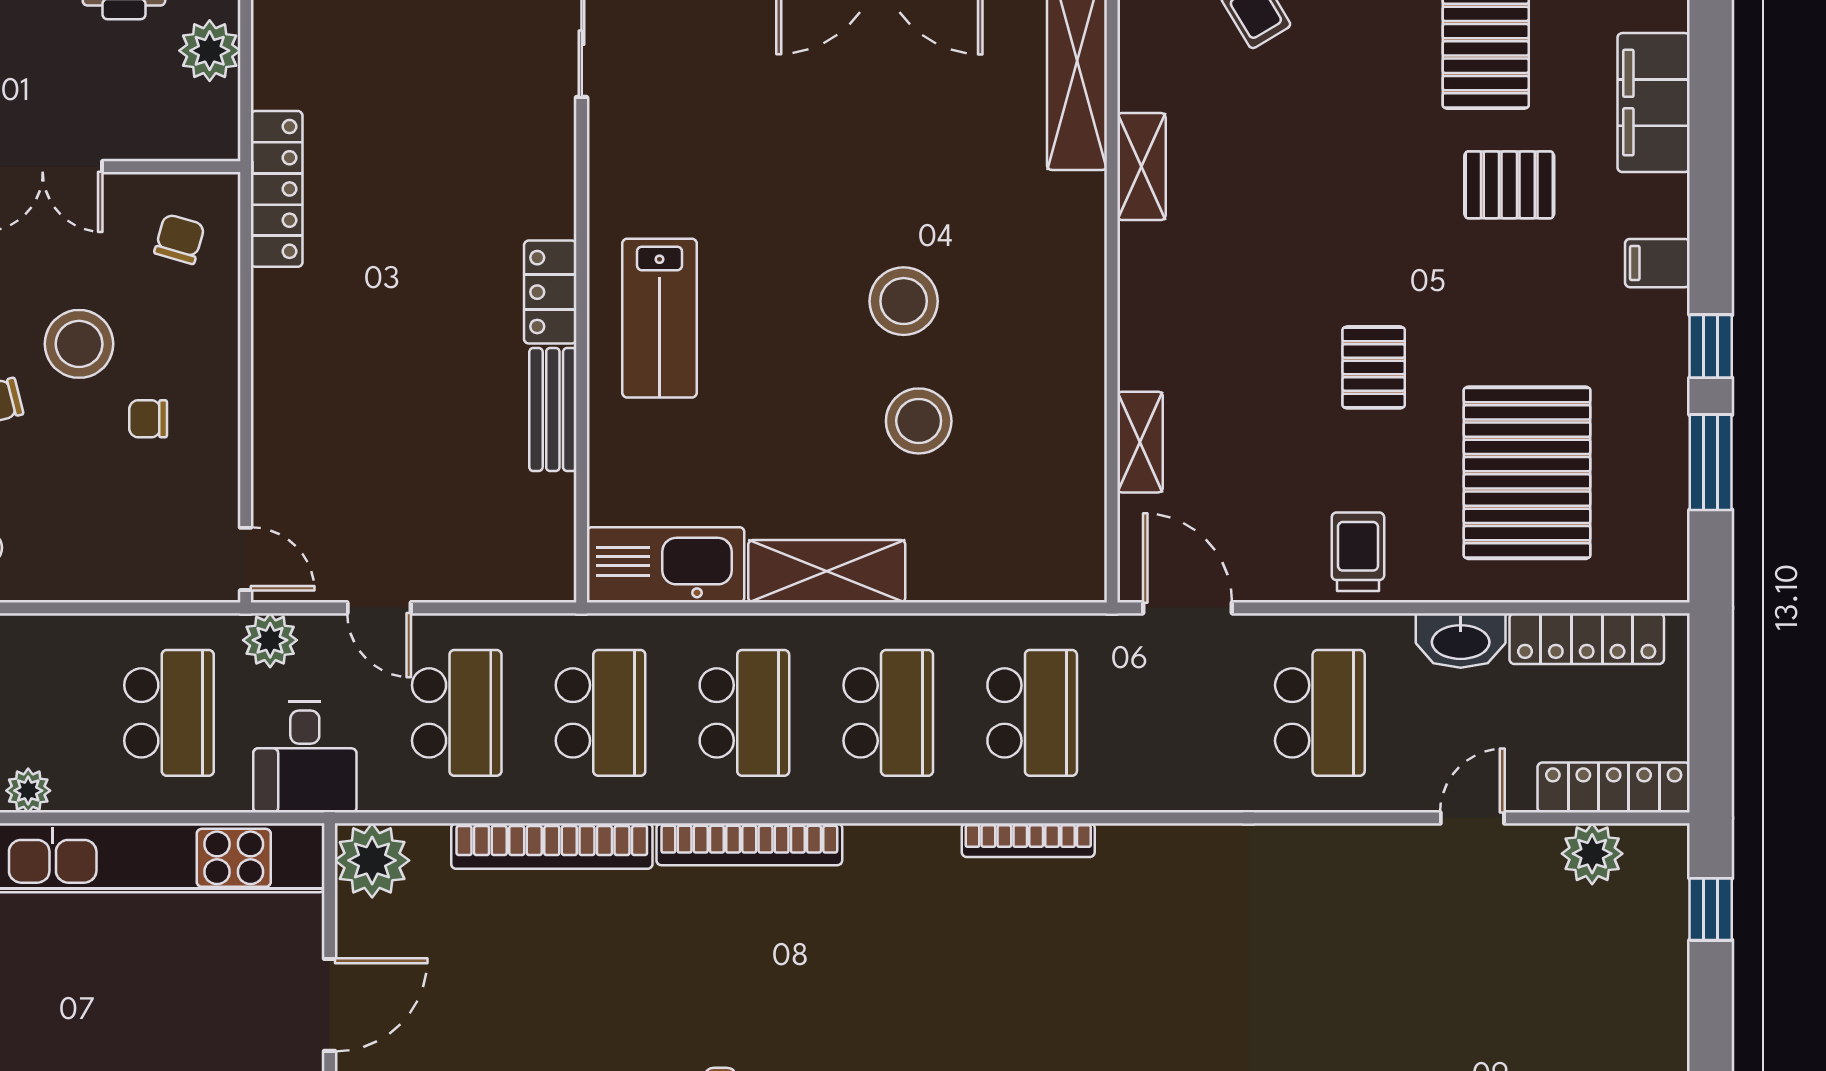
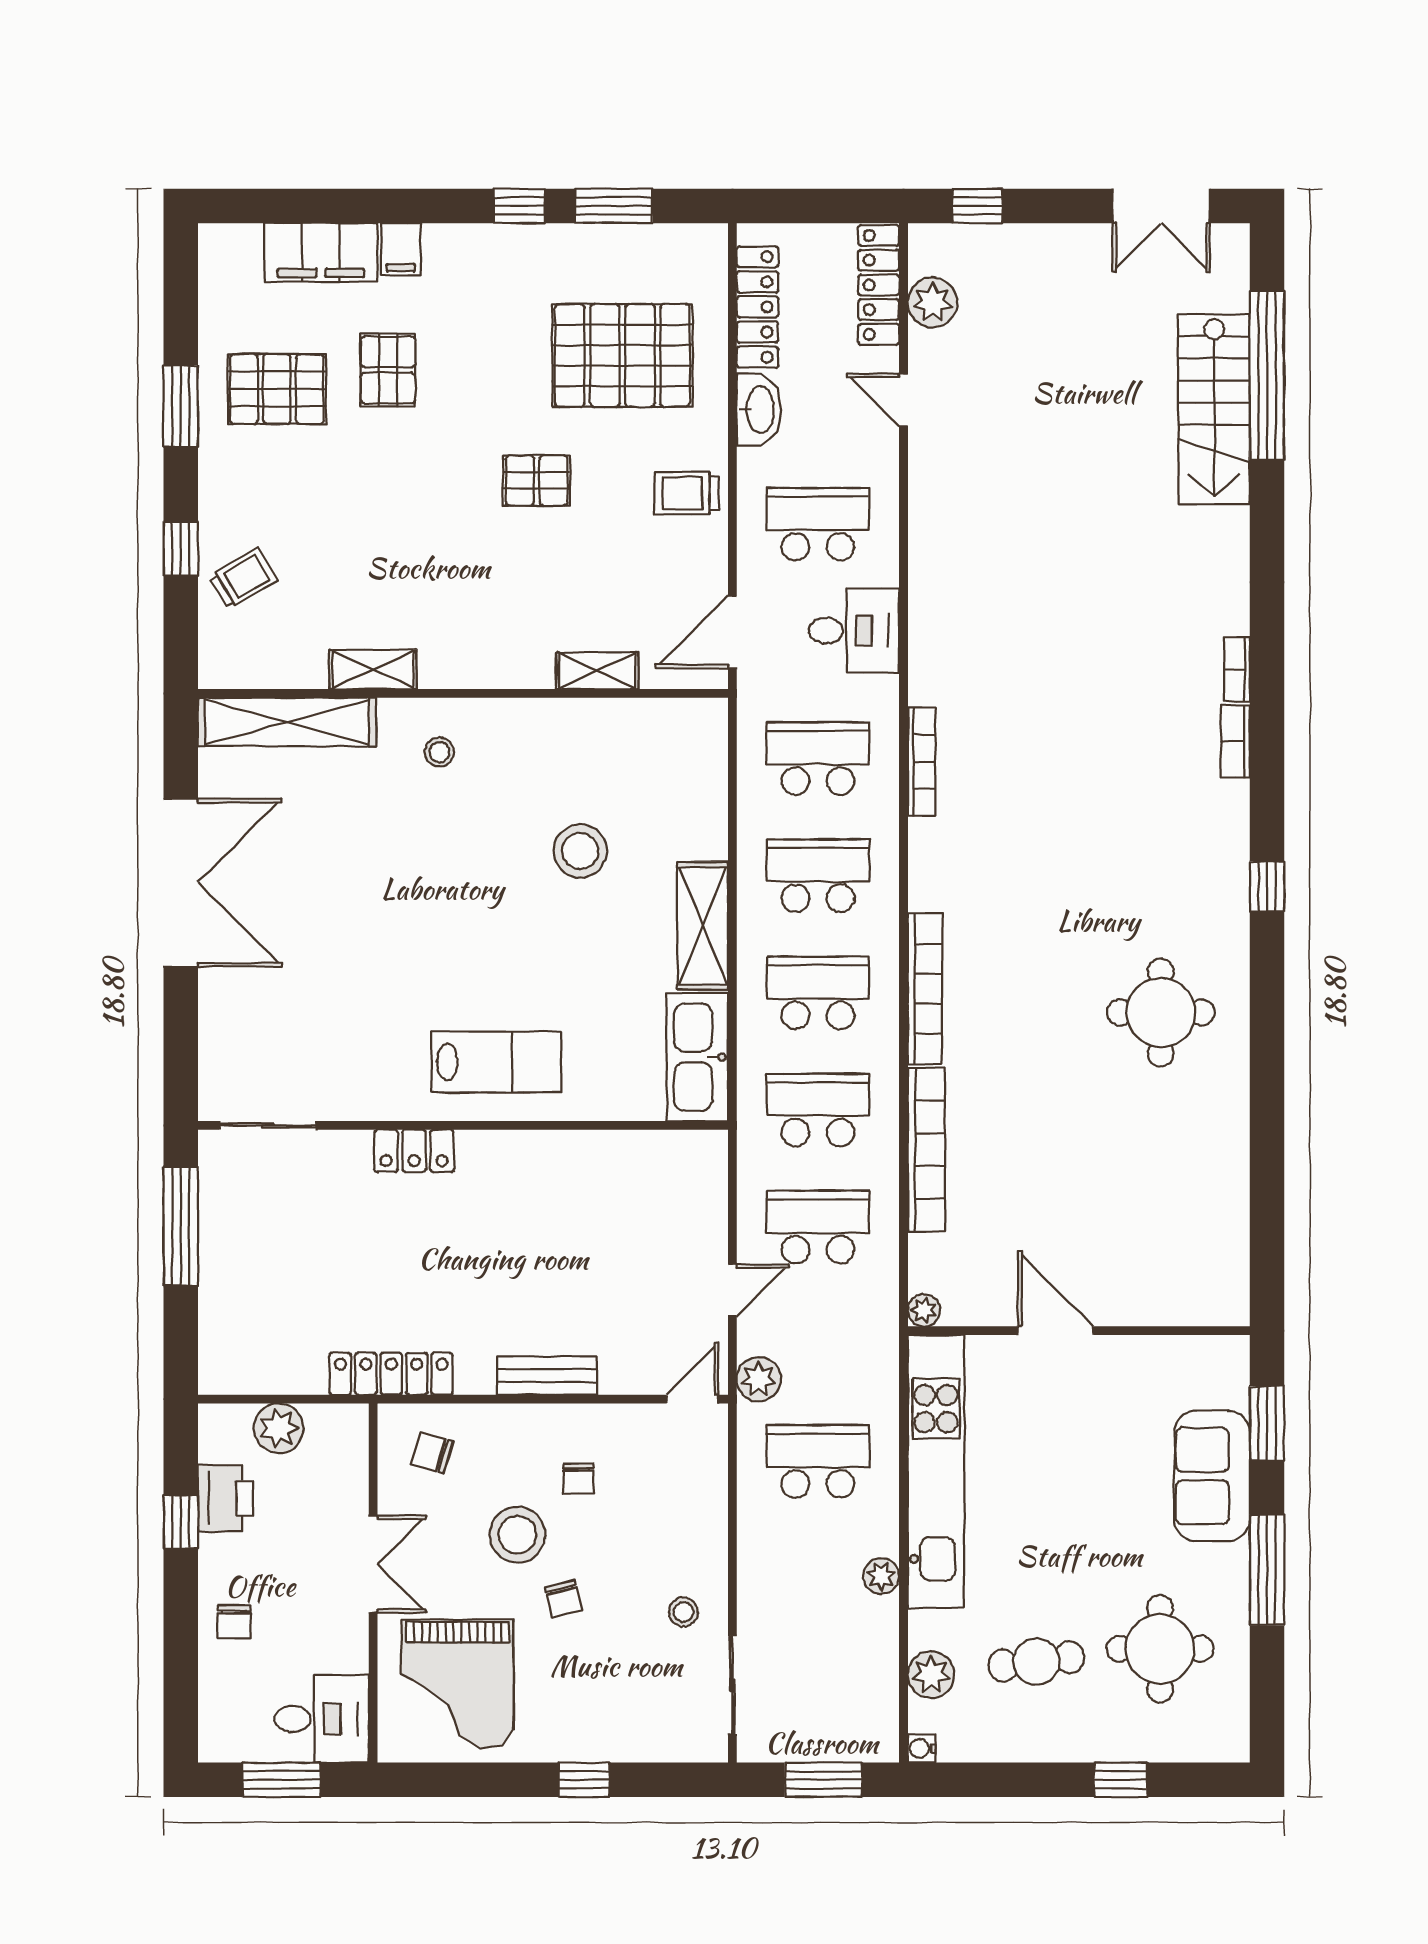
filing cabinet: (1657, 263) -> (401, 249), moved
locker: (550, 292) -> (414, 1151), moved
stool: (904, 301) -> (439, 752), moved, width x0.53, depth x0.53
bench: (553, 409) -> (547, 1376), moved
desk: (305, 757) -> (854, 631), moved
plant: (372, 860) -> (924, 1310), width x0.53, depth x0.53

